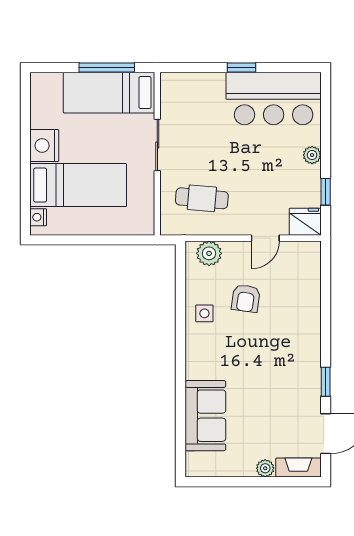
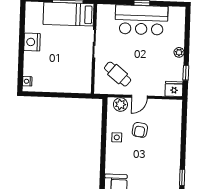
bar counter: (274, 98) -> (141, 20), moved
bed: (78, 185) -> (50, 64), removed
cafe table: (202, 198) -> (118, 74), turned 34
door: (265, 238) -> (139, 97), moved

